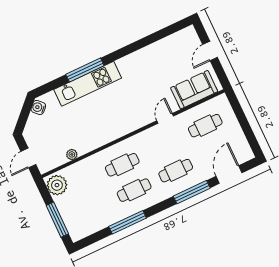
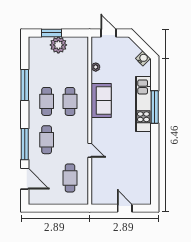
sofa: (194, 90) -> (101, 101), moved
plant: (57, 185) -> (58, 45), moved
window: (57, 220) -> (52, 33), width x0.69

